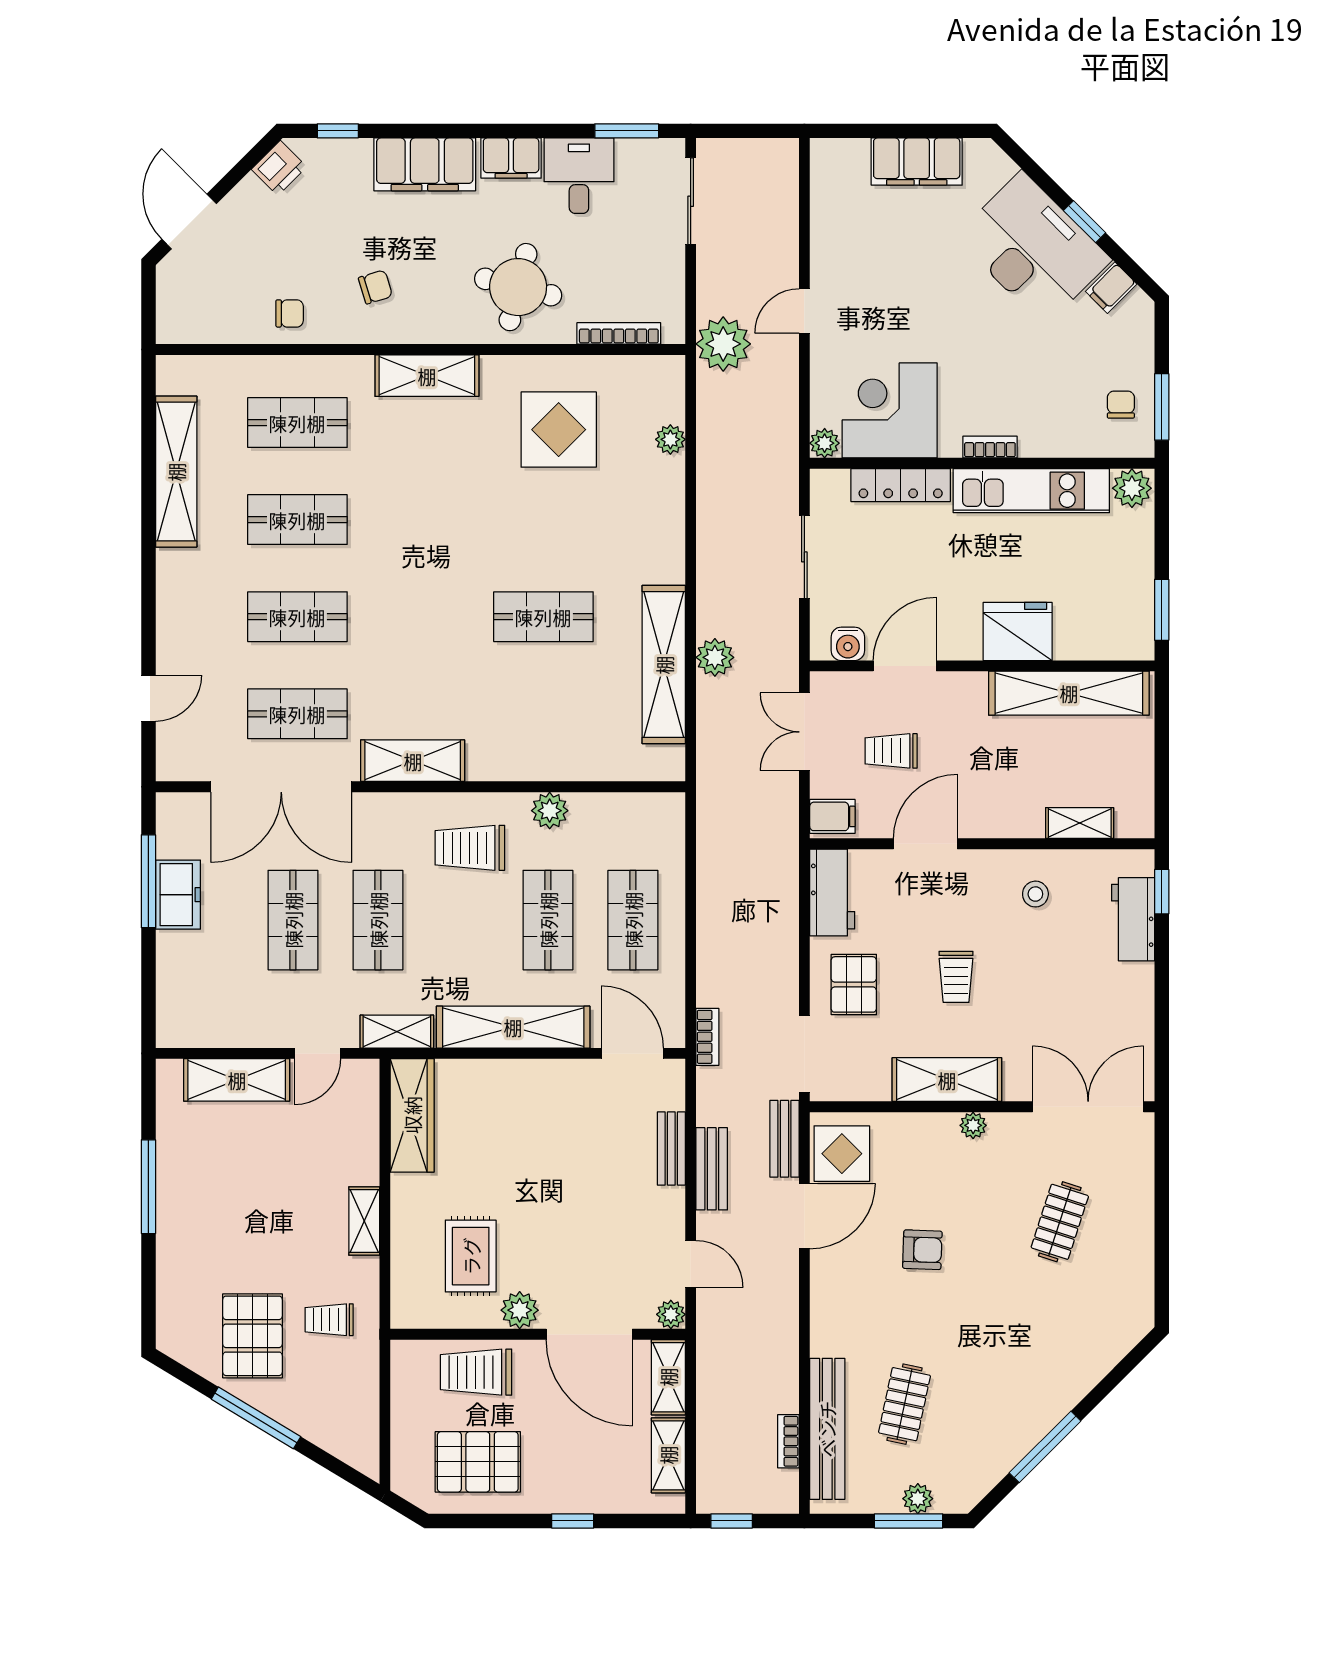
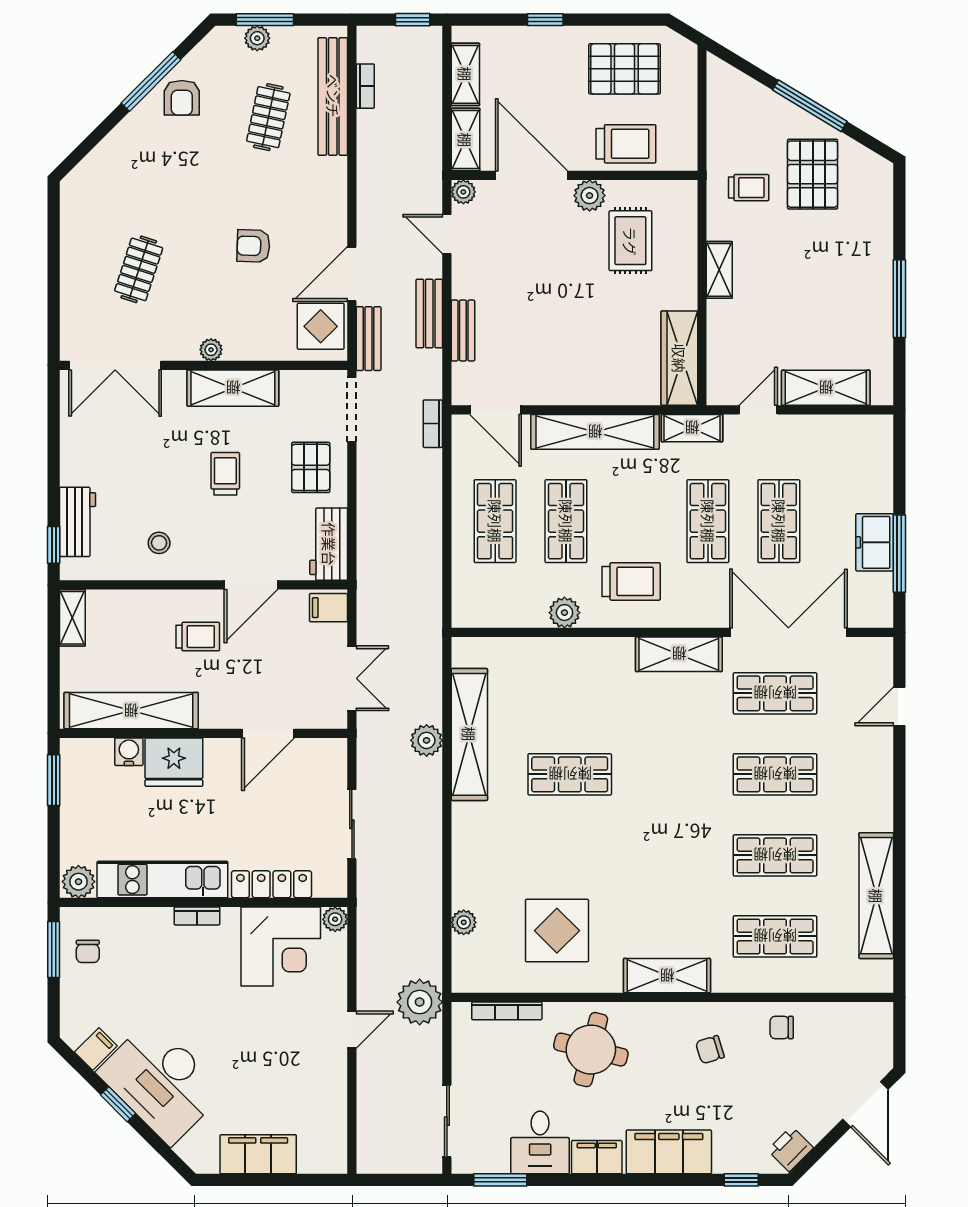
water cooler: (848, 644) -> (129, 752), moved
trolley: (891, 751) -> (198, 637), moved
shelving: (1080, 823) -> (72, 618), moved, turned 90
armchair: (1008, 1427) -> (182, 98), added

